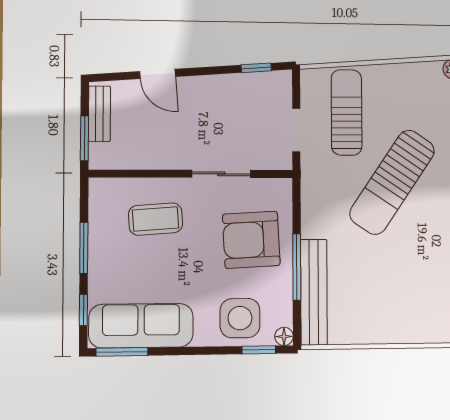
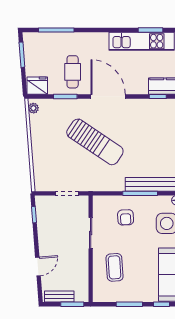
sun lounger: (347, 112) -> (58, 166), removed
armchair: (251, 240) -> (126, 217), width x0.53, depth x0.53

